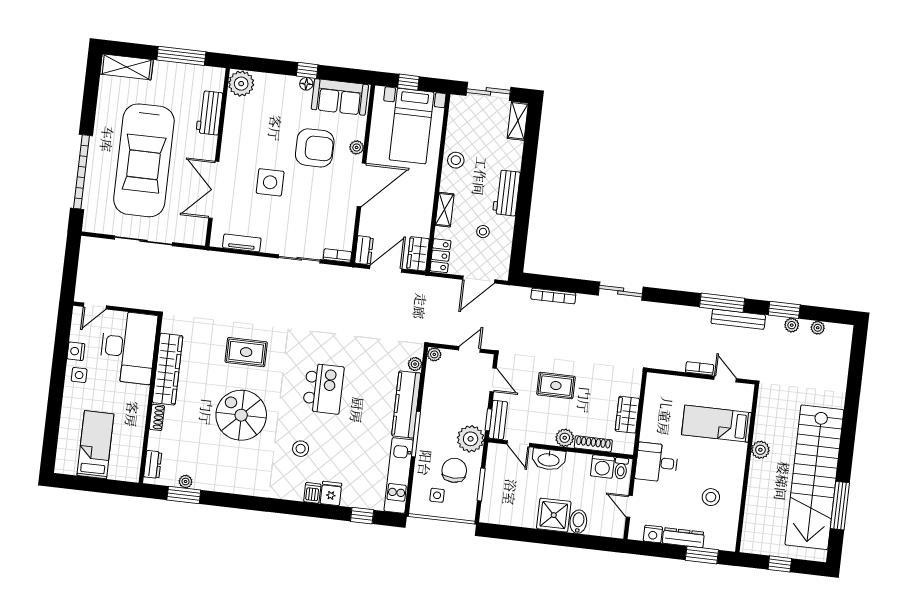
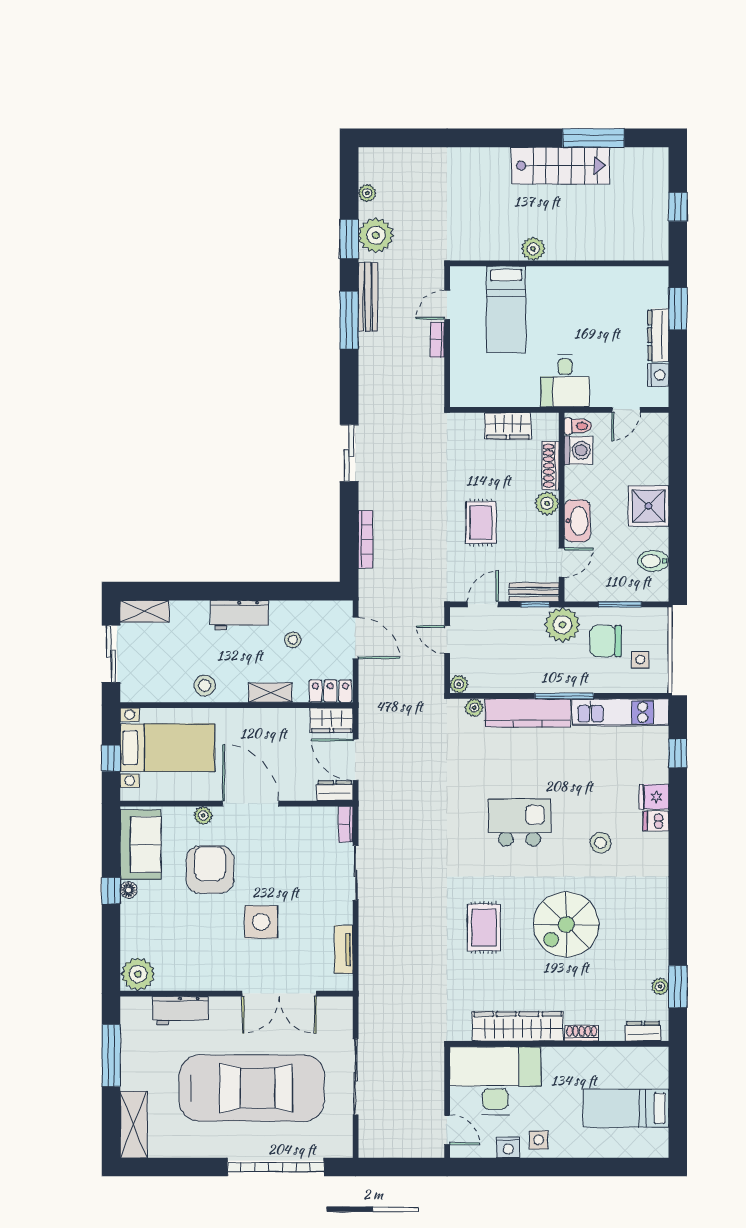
plant: (792, 325) -> (376, 235), width x1.88, depth x1.88
stairs: (814, 477) -> (561, 166), width x0.54, depth x0.66
stool: (711, 497) -> (602, 306), removed
bidet: (578, 522) -> (653, 561), moved

